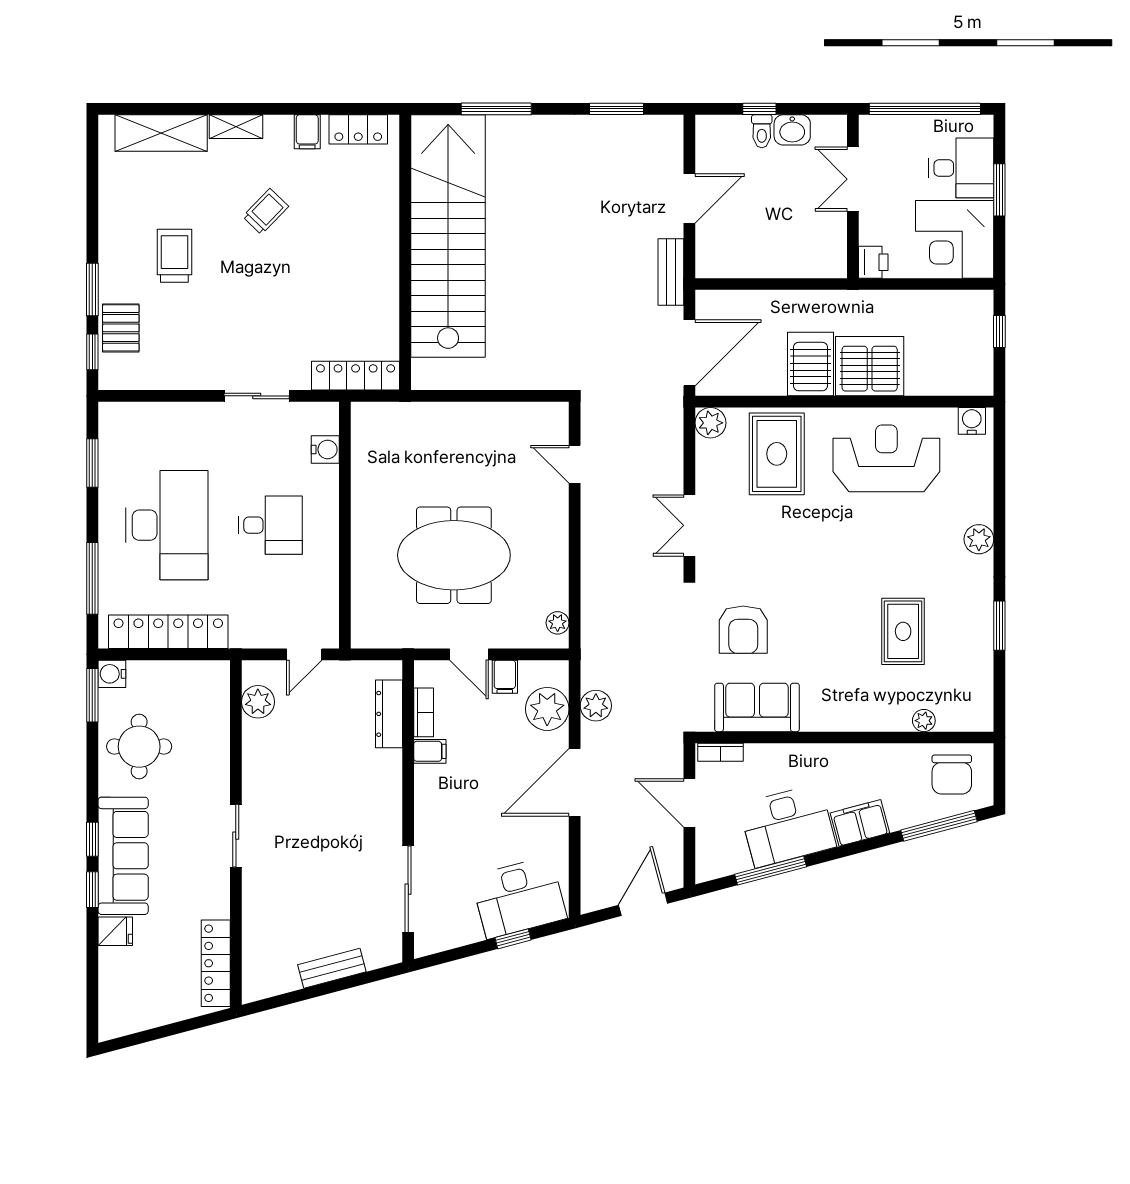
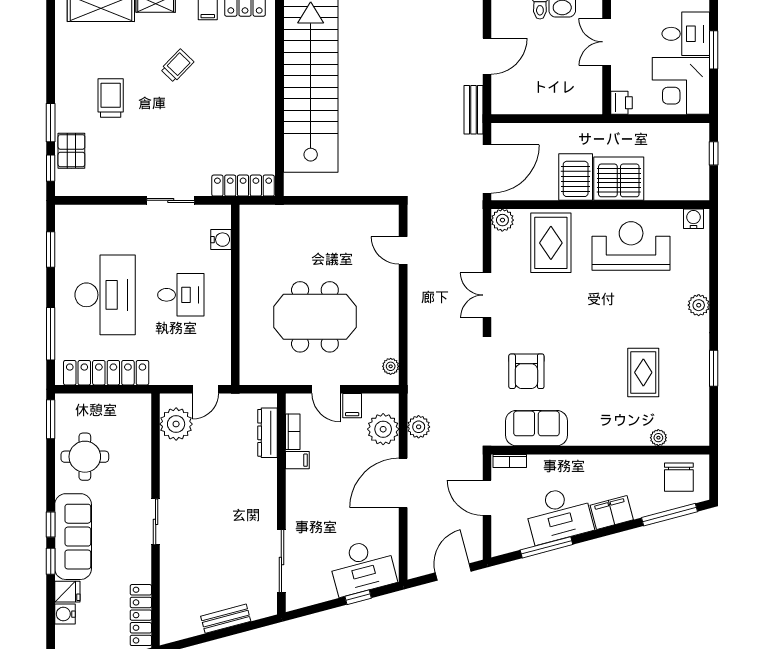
water cooler: (112, 674) -> (65, 614), moved
plant: (258, 702) -> (176, 424), width x1.36, depth x1.36

